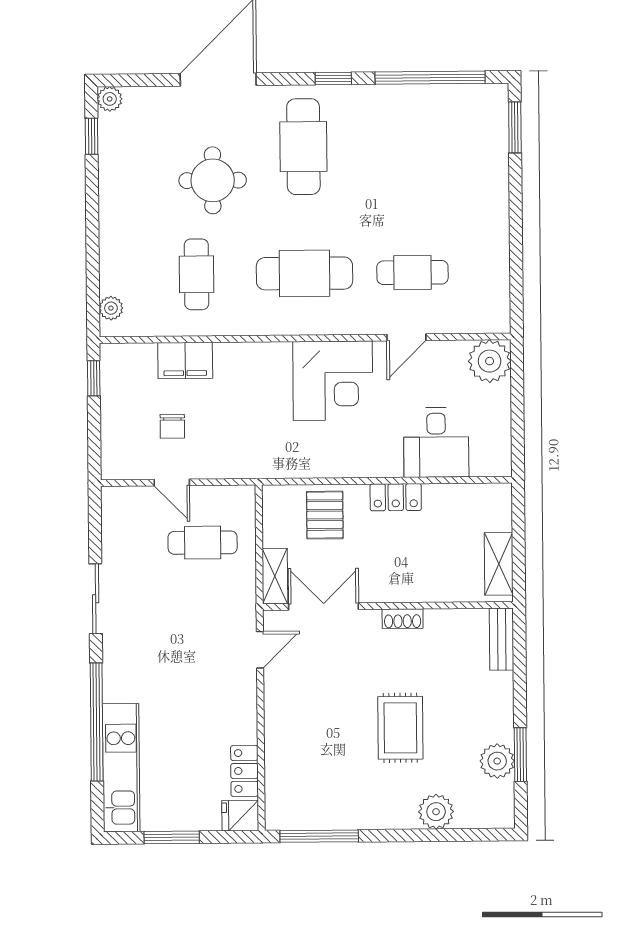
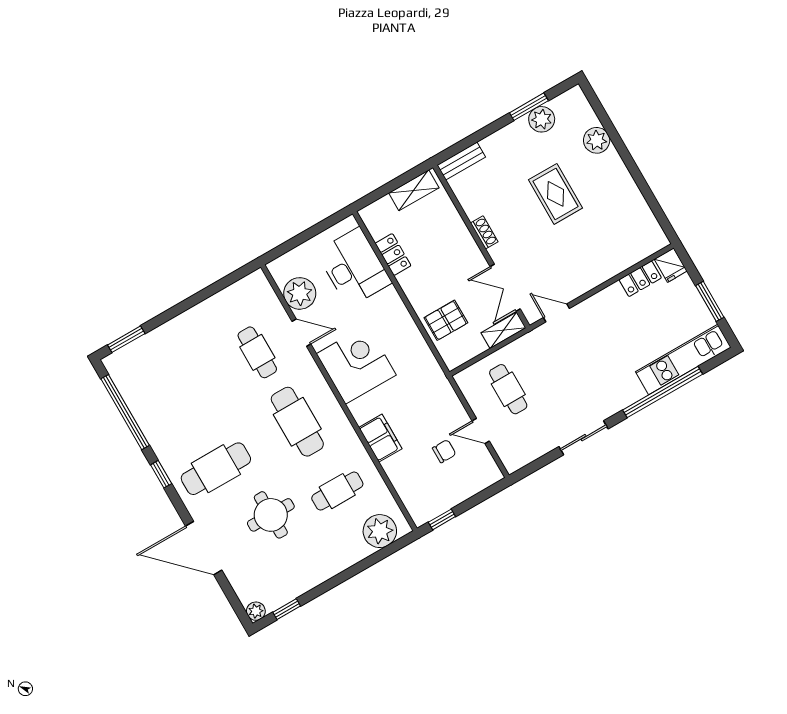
plant: (111, 308) -> (380, 531), width x1.88, depth x1.88
filing cabinet: (185, 360) -> (380, 438), moved
plant: (490, 361) -> (300, 293), moved
desk: (436, 442) -> (354, 267), width x1.37
door: (172, 483) -> (481, 431), swing flipped
locker: (396, 497) -> (393, 254), moved
rug: (400, 728) -> (556, 194), turned 90
window: (319, 836) -> (655, 207), removed

